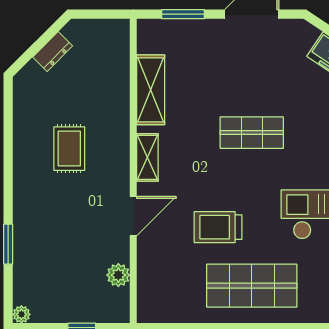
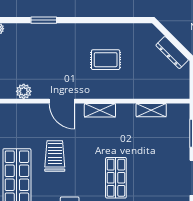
dresser: (53, 51) -> (172, 53), width x1.44
shelving: (151, 90) -> (151, 110), width x0.67, depth x0.75

